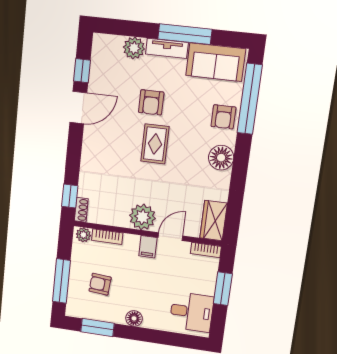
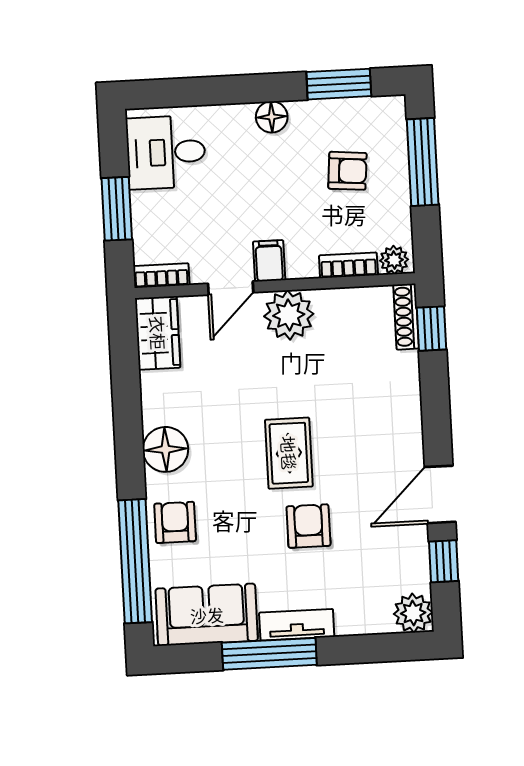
plant: (134, 48) -> (413, 613), moved
shoe rack: (81, 210) -> (406, 317), width x1.43

